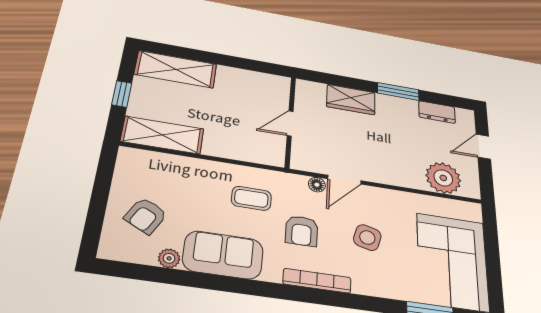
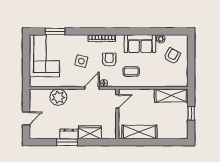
shelving: (176, 69) -> (139, 132), moved
dresser: (437, 112) -> (69, 134), moved
door: (290, 124) -> (117, 101), moved
plant: (443, 178) -> (58, 97), moved

